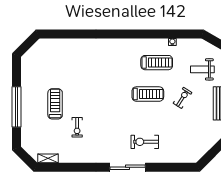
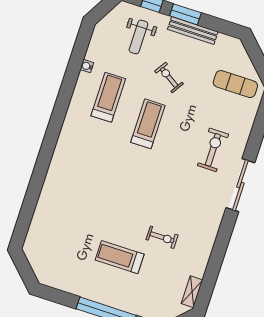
exercise bike: (145, 142) -> (213, 150), turned 180
exercise mat: (192, 142) -> (235, 84), added

